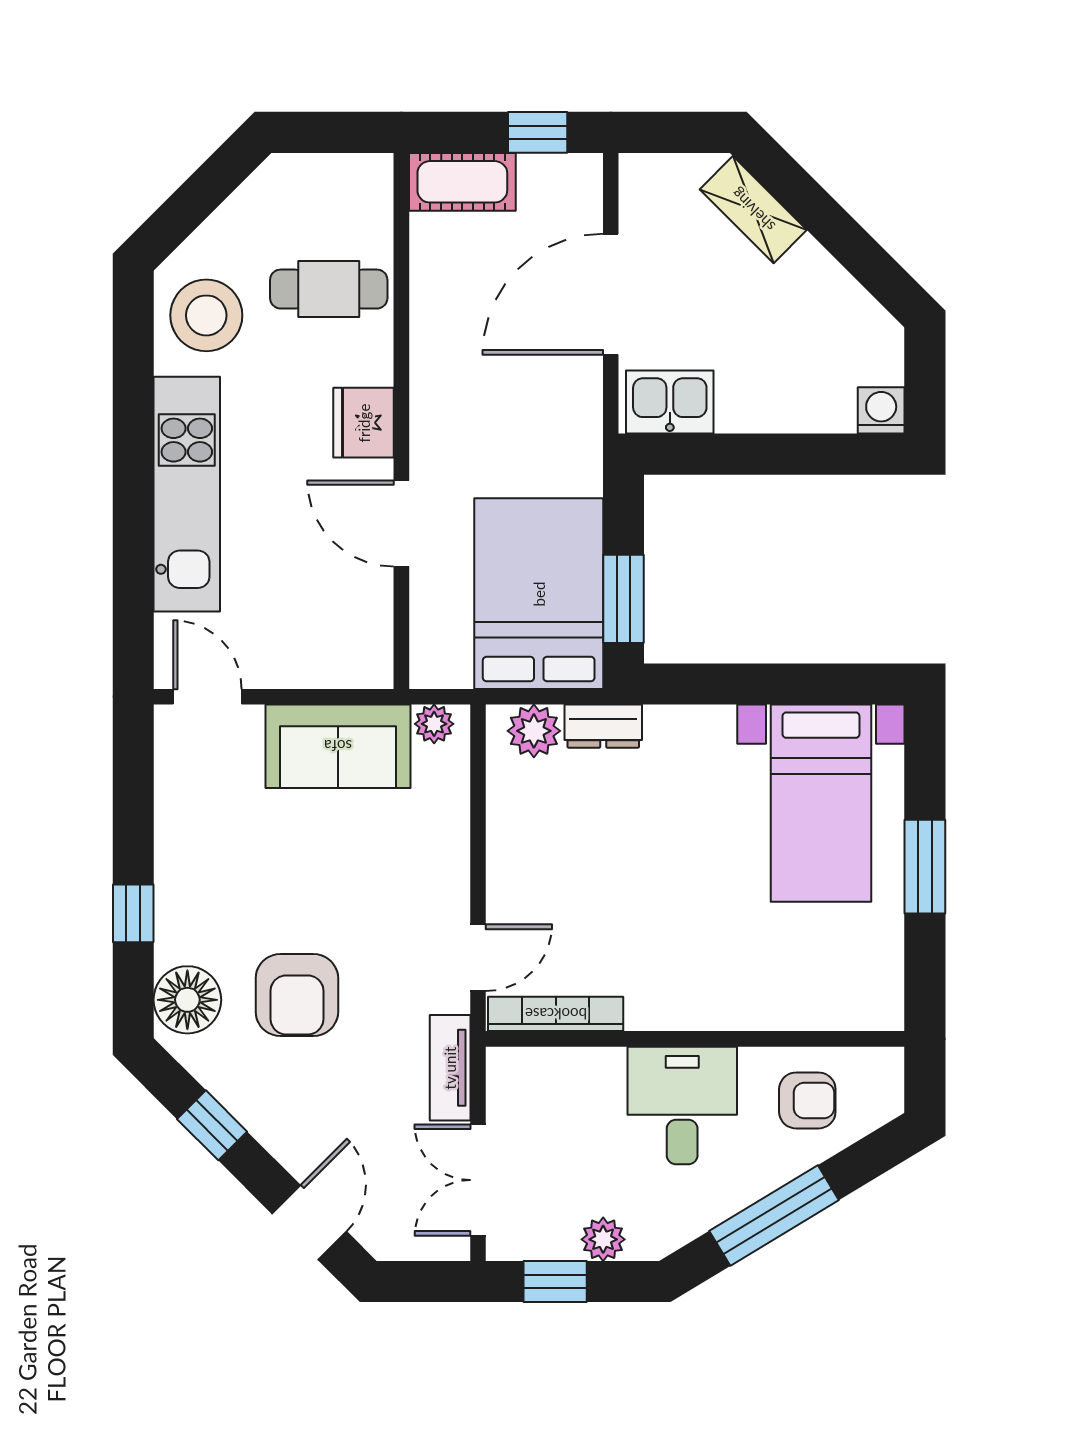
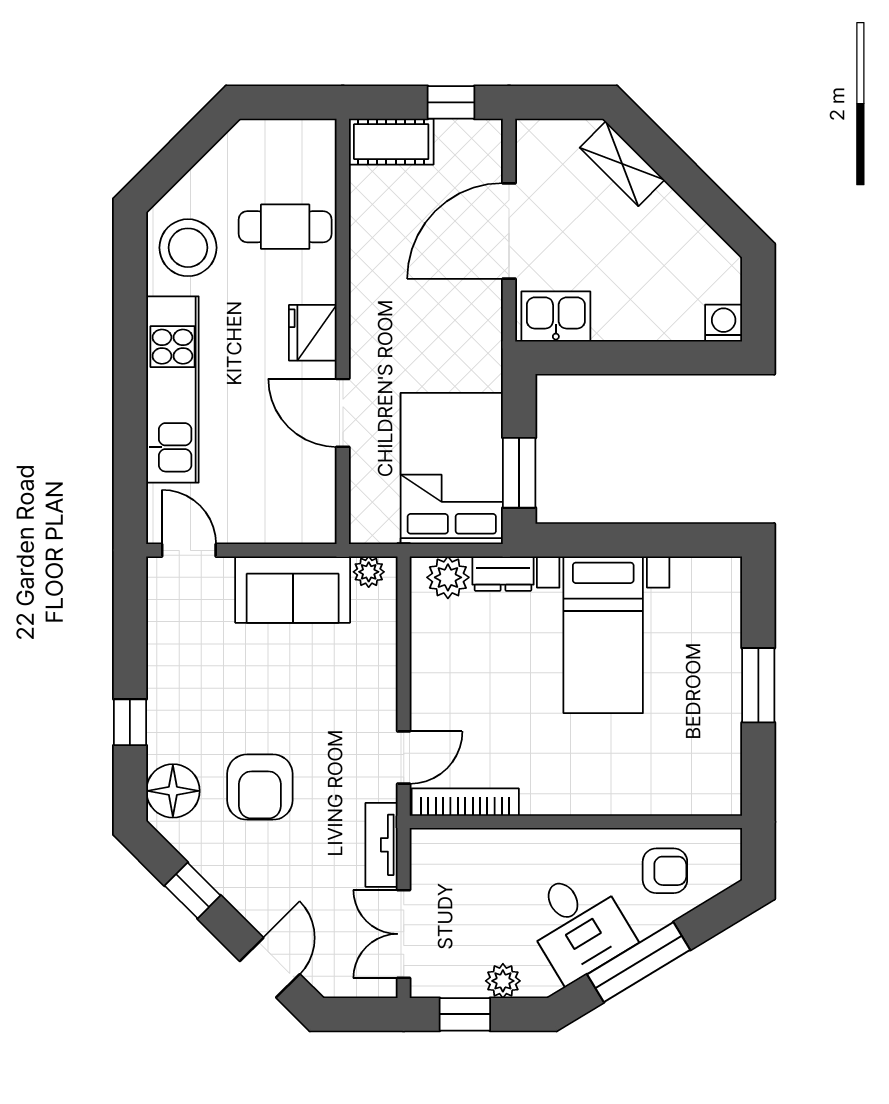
bed with nightstands: (821, 803) -> (603, 635), moved
desk: (682, 1105) -> (578, 925), moved, turned 149

